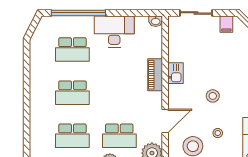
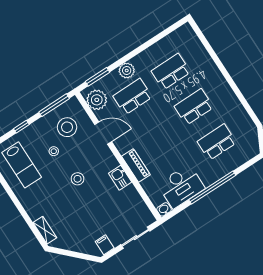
window: (78, 13) -> (212, 188), moved
desk: (114, 31) -> (181, 186), moved
door: (165, 121) -> (103, 133), swing flipped

